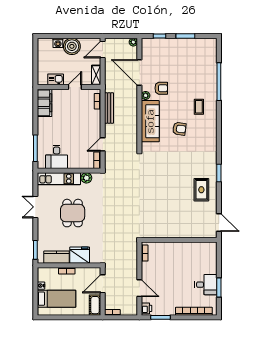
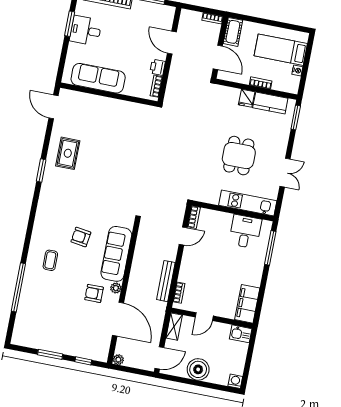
washing machine: (58, 43) -> (235, 381), moved
kitchen sink: (56, 79) -> (241, 334), moved
plant: (86, 178) -> (212, 197), removed
sofa: (190, 251) -> (98, 78), added
fridge: (80, 255) -> (247, 98), width x0.53, depth x0.75
door: (103, 284) -> (218, 57), hinge flipped
printer: (146, 308) -> (158, 67), moved

